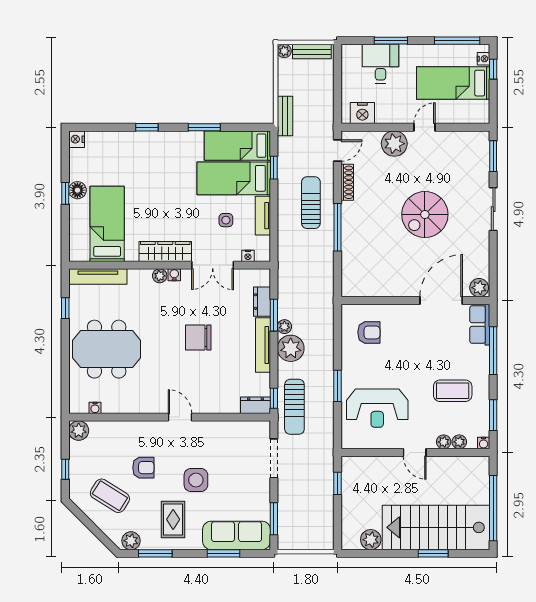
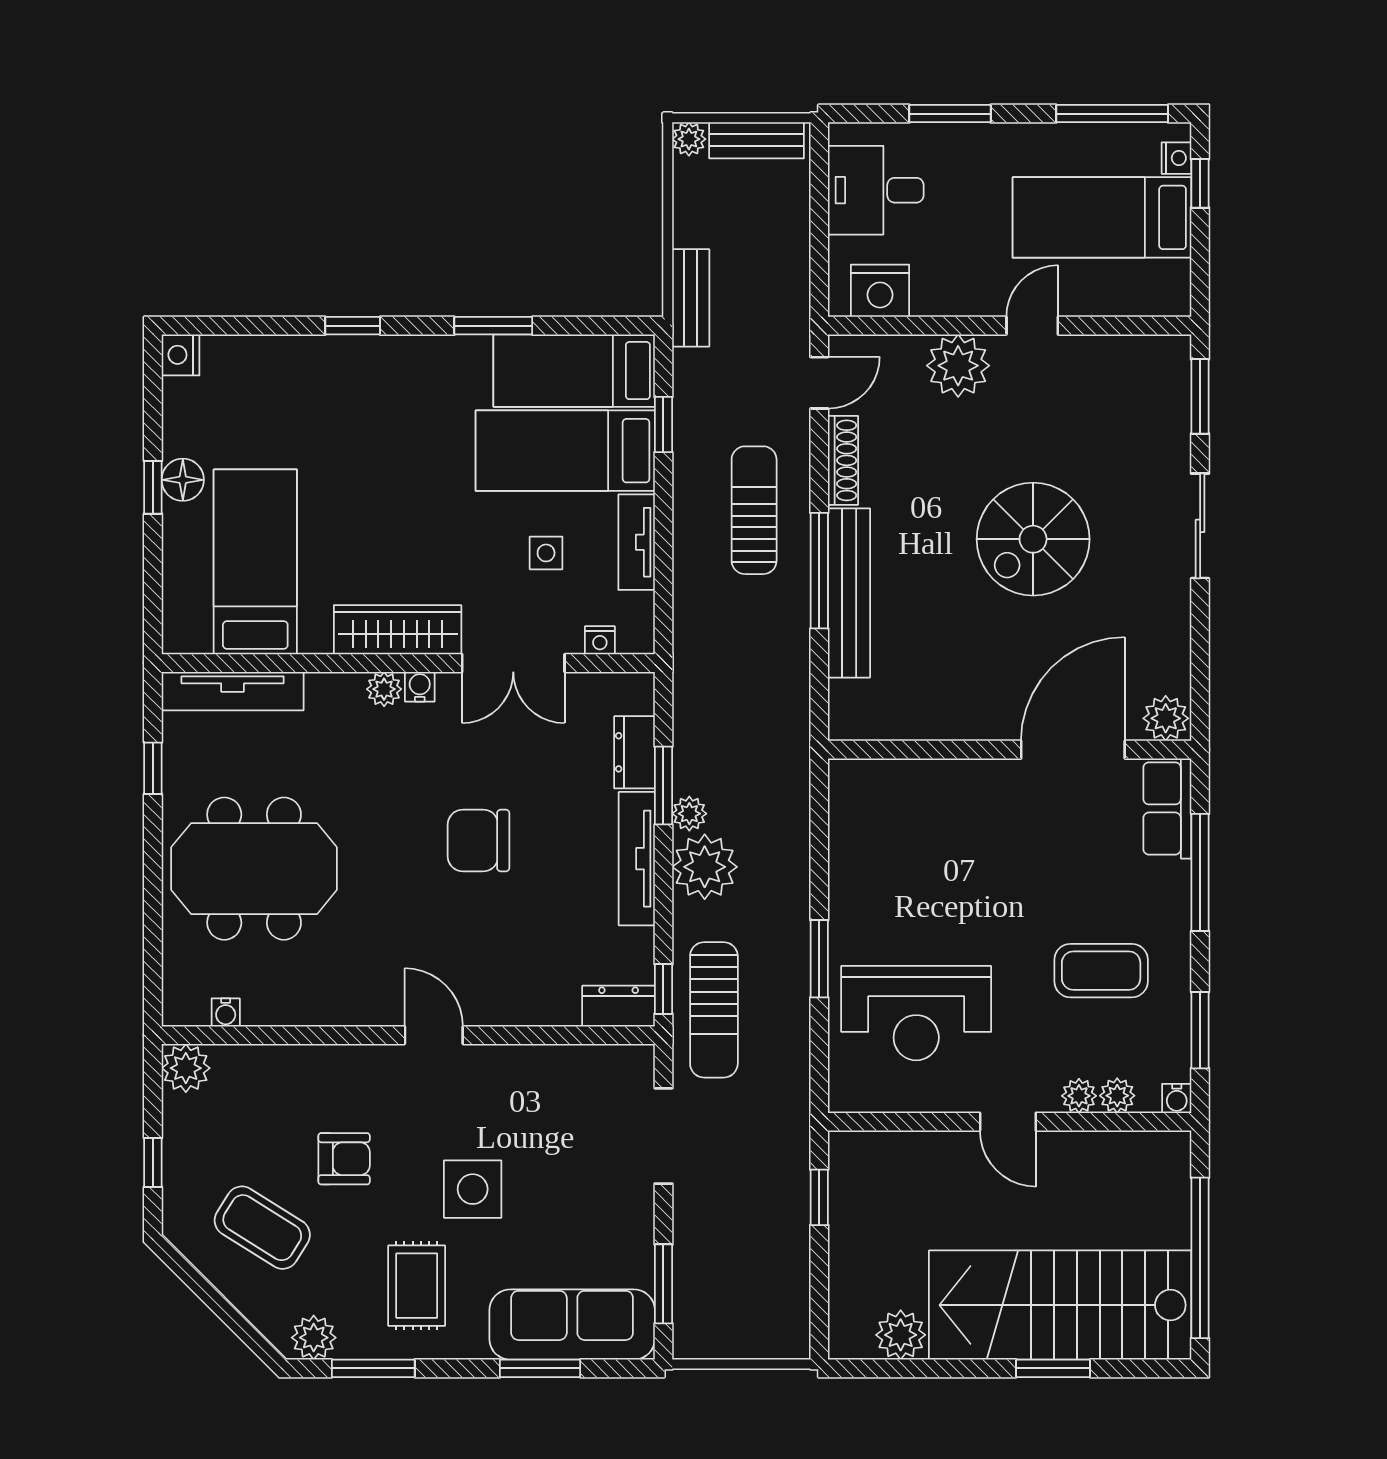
desk: (381, 64) -> (876, 190), moved, turned -90
bench: (350, 236) -> (849, 593), added
armchair: (369, 332) -> (896, 828), removed

